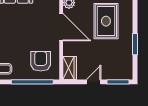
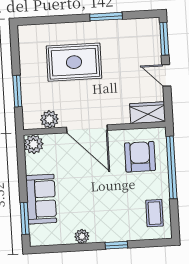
door: (61, 27) -> (87, 129), swing flipped
armchair: (41, 61) -> (140, 157), turned 90

